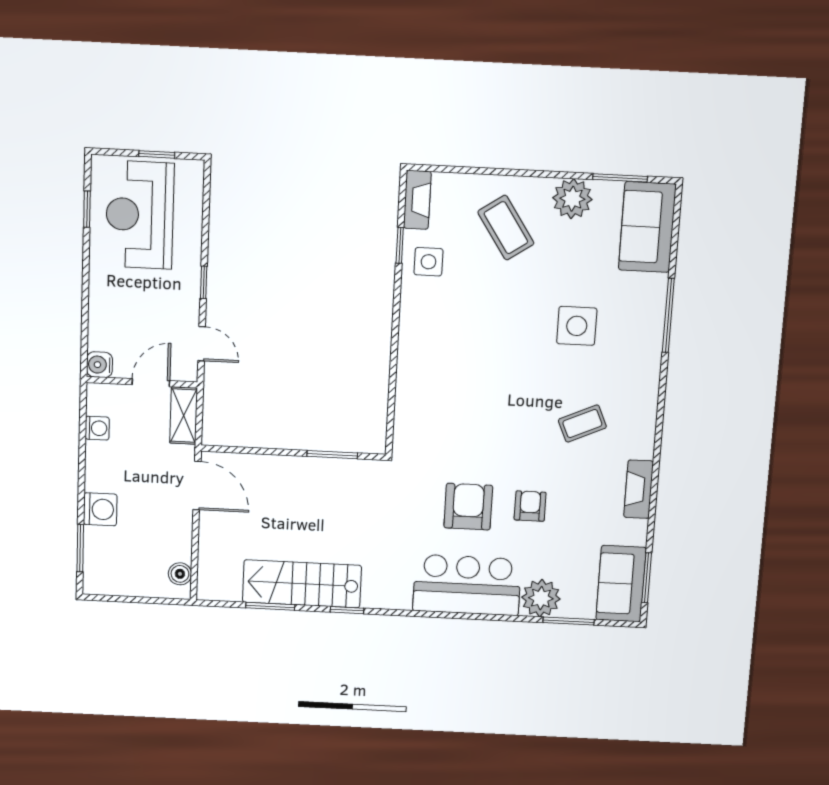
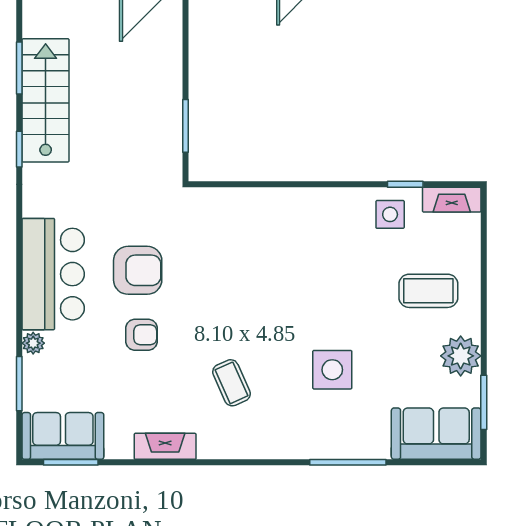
coffee table: (506, 228) -> (428, 291), turned 34
plant: (541, 598) -> (33, 343), width x0.53, depth x0.53

